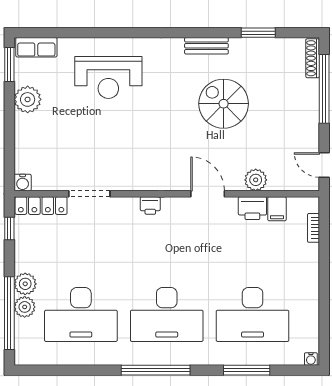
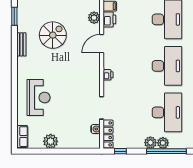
window: (9, 65) -> (32, 151), removed
spiral stairs: (224, 104) -> (53, 35), turned 180
water cooler: (23, 183) -> (96, 129), moved

